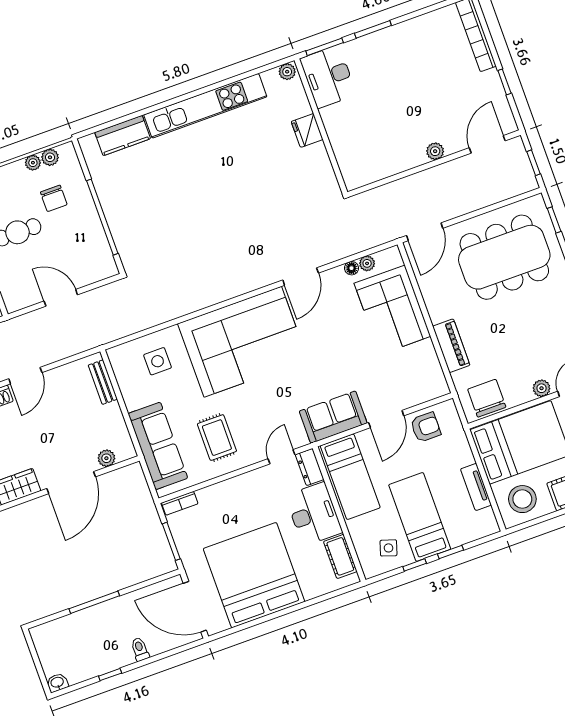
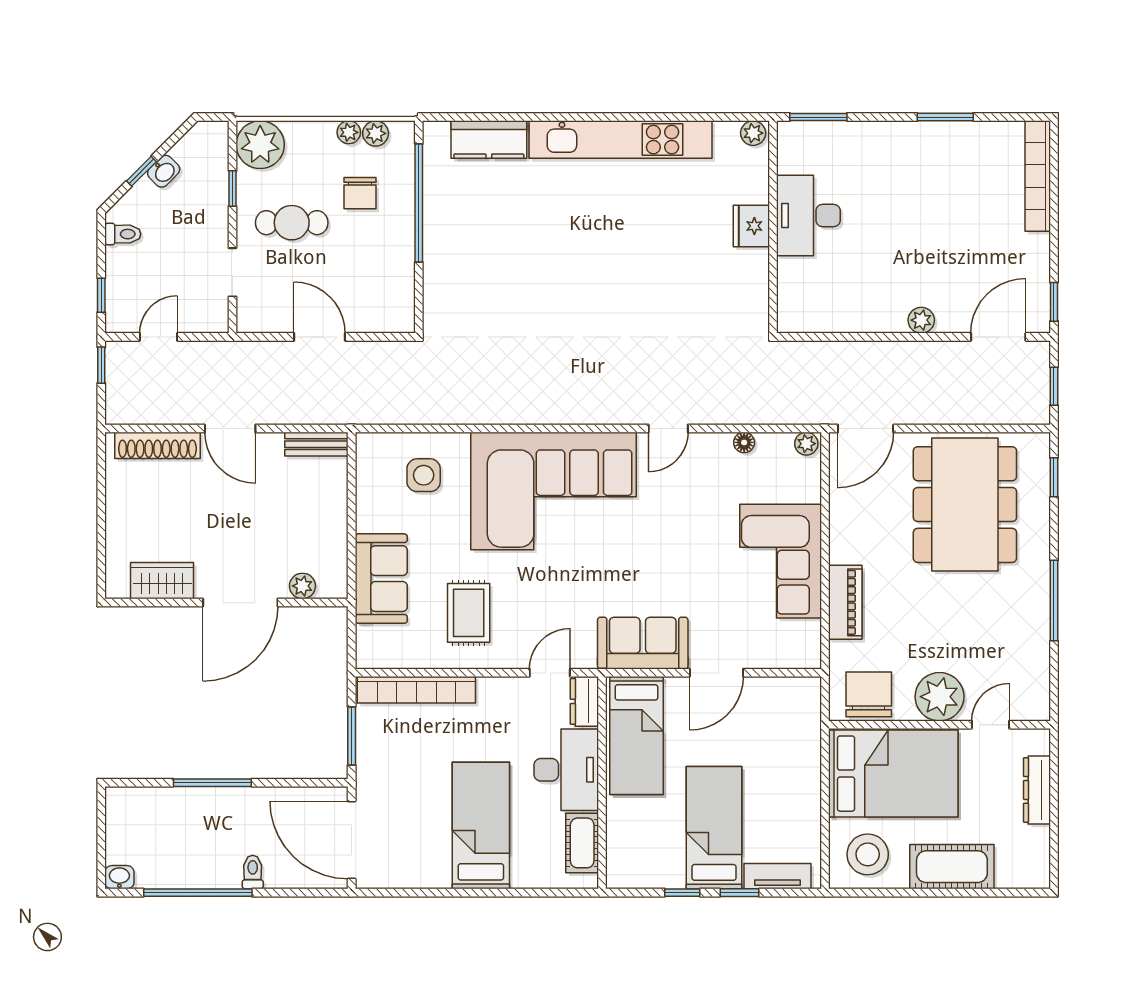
window: (373, 29) -> (945, 117), moved
desk: (328, 77) -> (808, 215), moved
window: (504, 82) -> (1054, 302), moved
window: (102, 217) -> (419, 203), moved
dining table: (504, 257) -> (965, 505), turned 90
plant: (367, 263) -> (806, 444), moved
door: (301, 277) -> (668, 428), width x0.73
corner sofa: (392, 310) -> (781, 561), moved
door: (25, 376) -> (230, 428), hinge flipped
bench: (103, 382) -> (316, 444), moved, turned 90
plant: (542, 388) -> (940, 697), width x1.88, depth x1.88
armchair: (426, 427) -> (768, 704), removed
sofa: (158, 446) -> (381, 579), width x0.73
tv unit: (476, 487) -> (778, 876), moved, turned 90
bookcase: (180, 503) -> (416, 690), width x2.31, depth x1.31
side table: (389, 548) -> (654, 855), removed
bed: (254, 575) -> (481, 826), width x0.49
window: (110, 675) -> (198, 893), width x3.17

